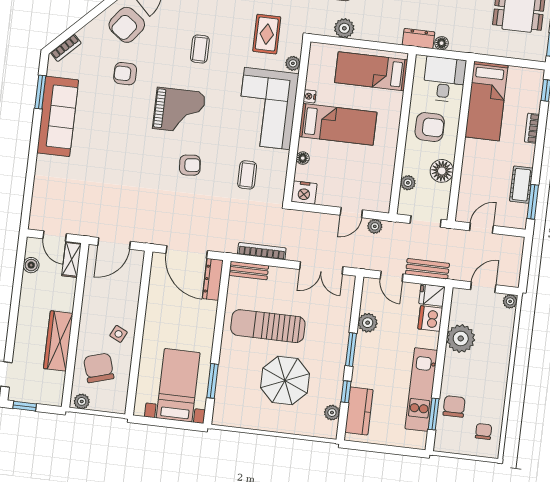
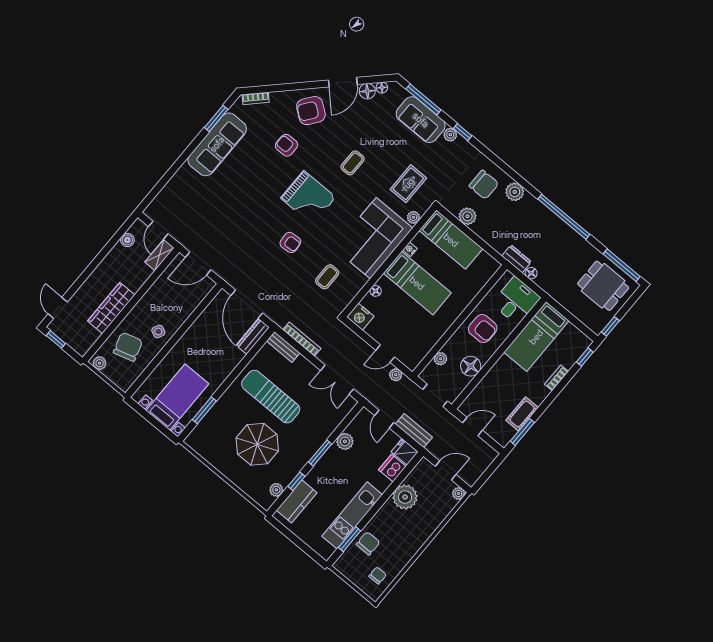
bed: (371, 71) -> (451, 240), moved, turned 180

